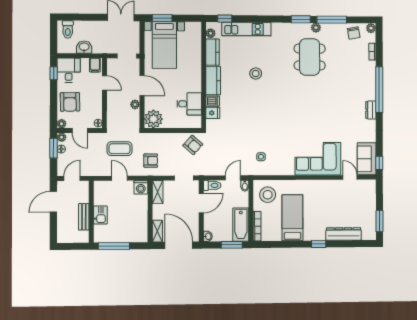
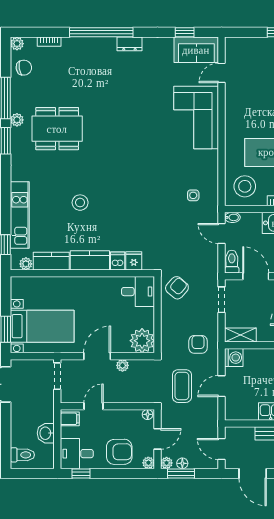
desk: (189, 104) -> (138, 292), moved, turned 90
window: (379, 163) -> (185, 32), moved

